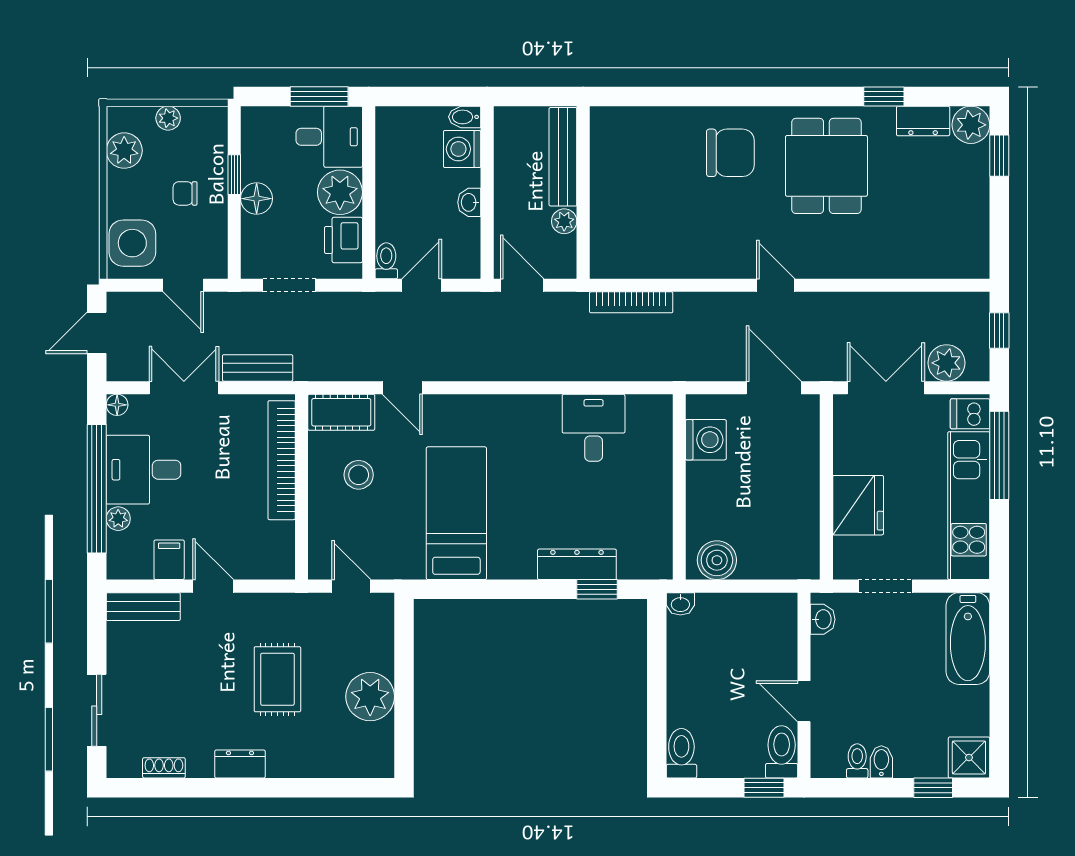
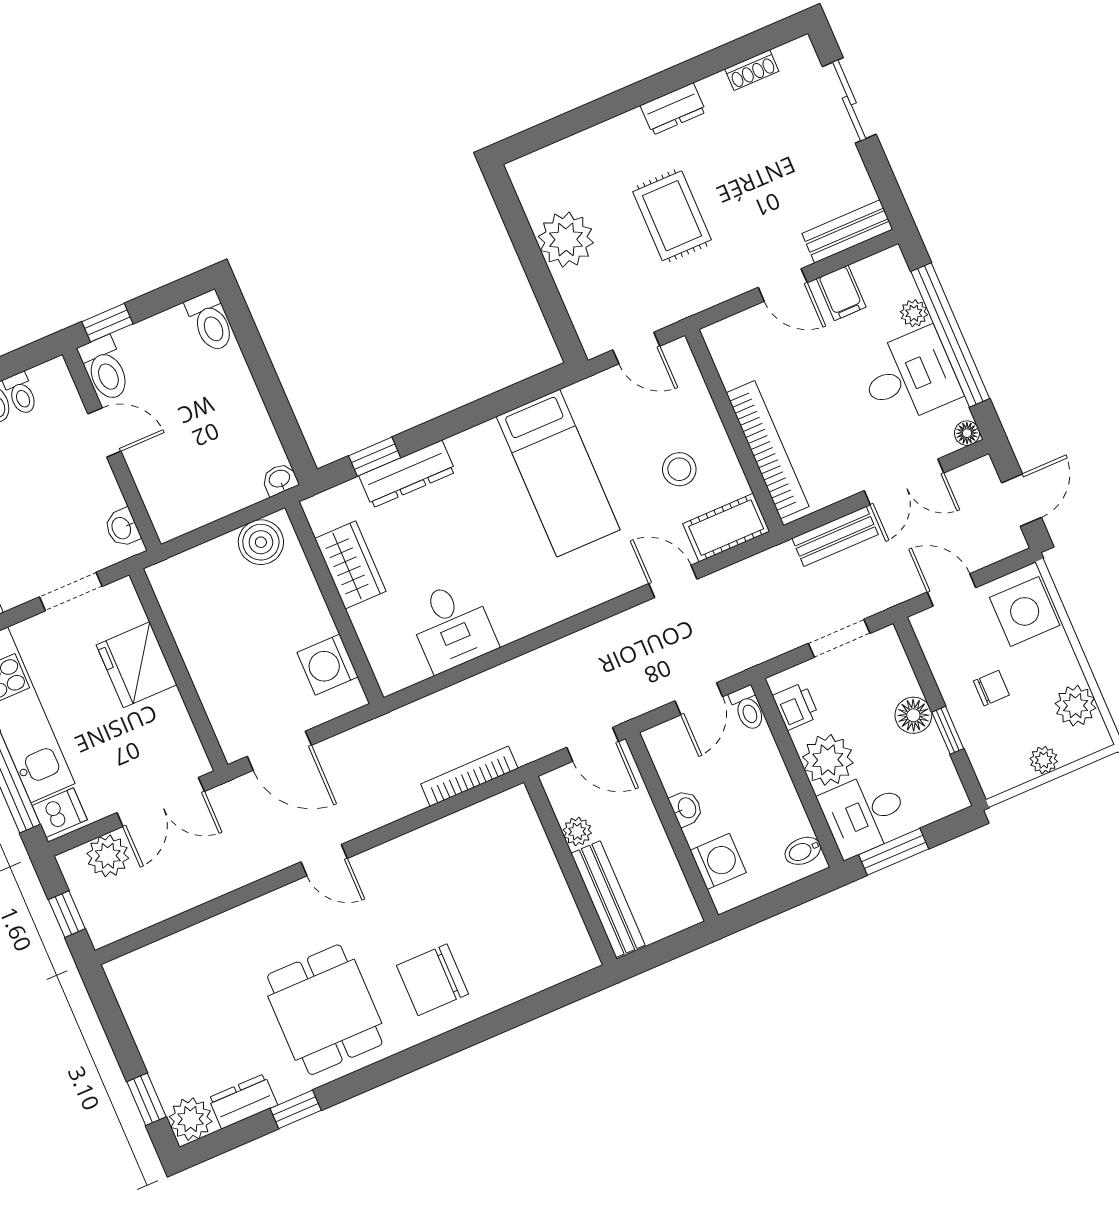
bidet: (465, 117) -> (803, 851), moved, turned 180
printer: (343, 240) -> (796, 706), width x0.73, depth x0.81
wardrobe: (653, 511) -> (350, 565), added

